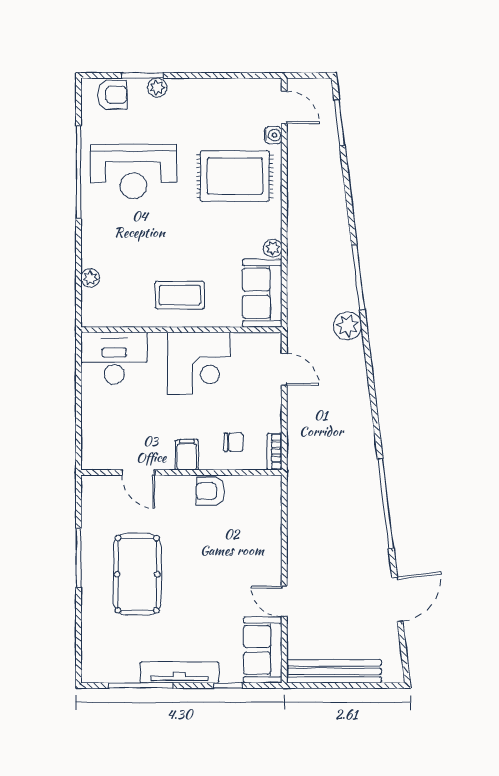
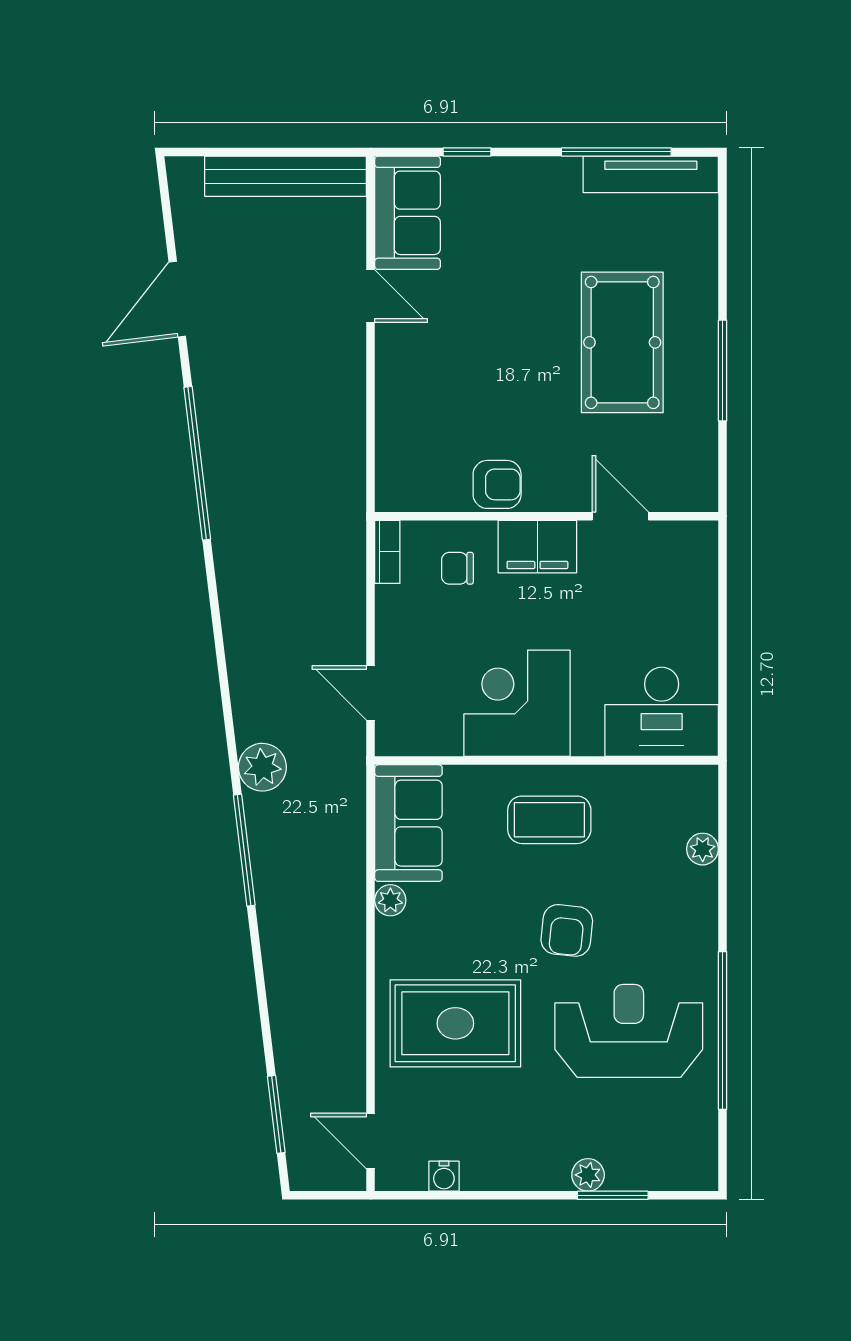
armchair: (112, 95) -> (567, 930), moved, turned -84
water cooler: (273, 135) -> (444, 1176), moved, turned -90
filing cabinet: (187, 455) -> (537, 547), width x2.00
tv unit: (180, 672) -> (651, 174), moved

